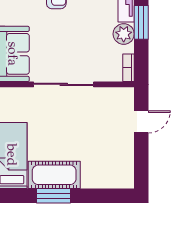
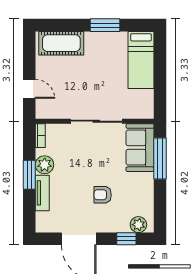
door: (141, 122) -> (29, 89), swing flipped
cot: (54, 175) -> (61, 43), moved

